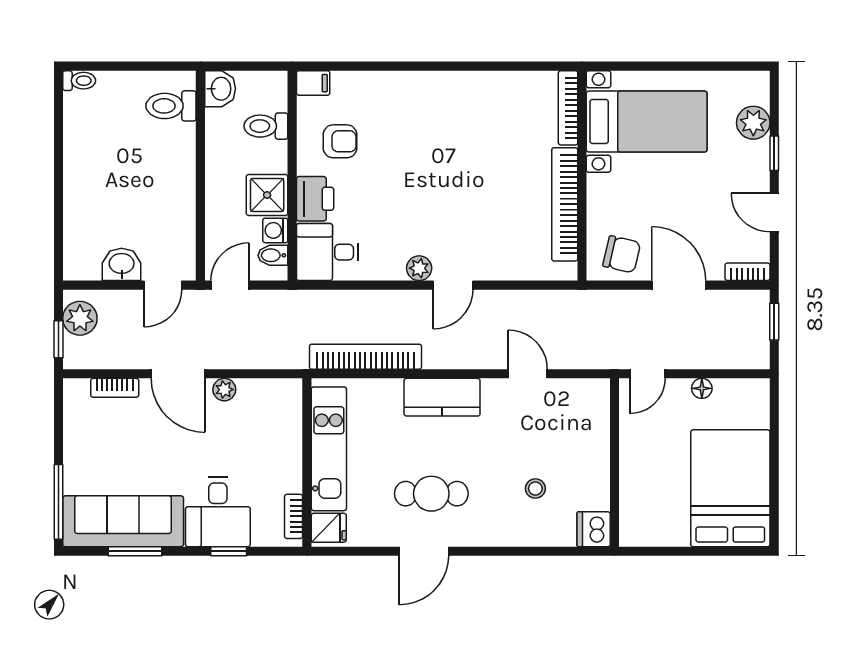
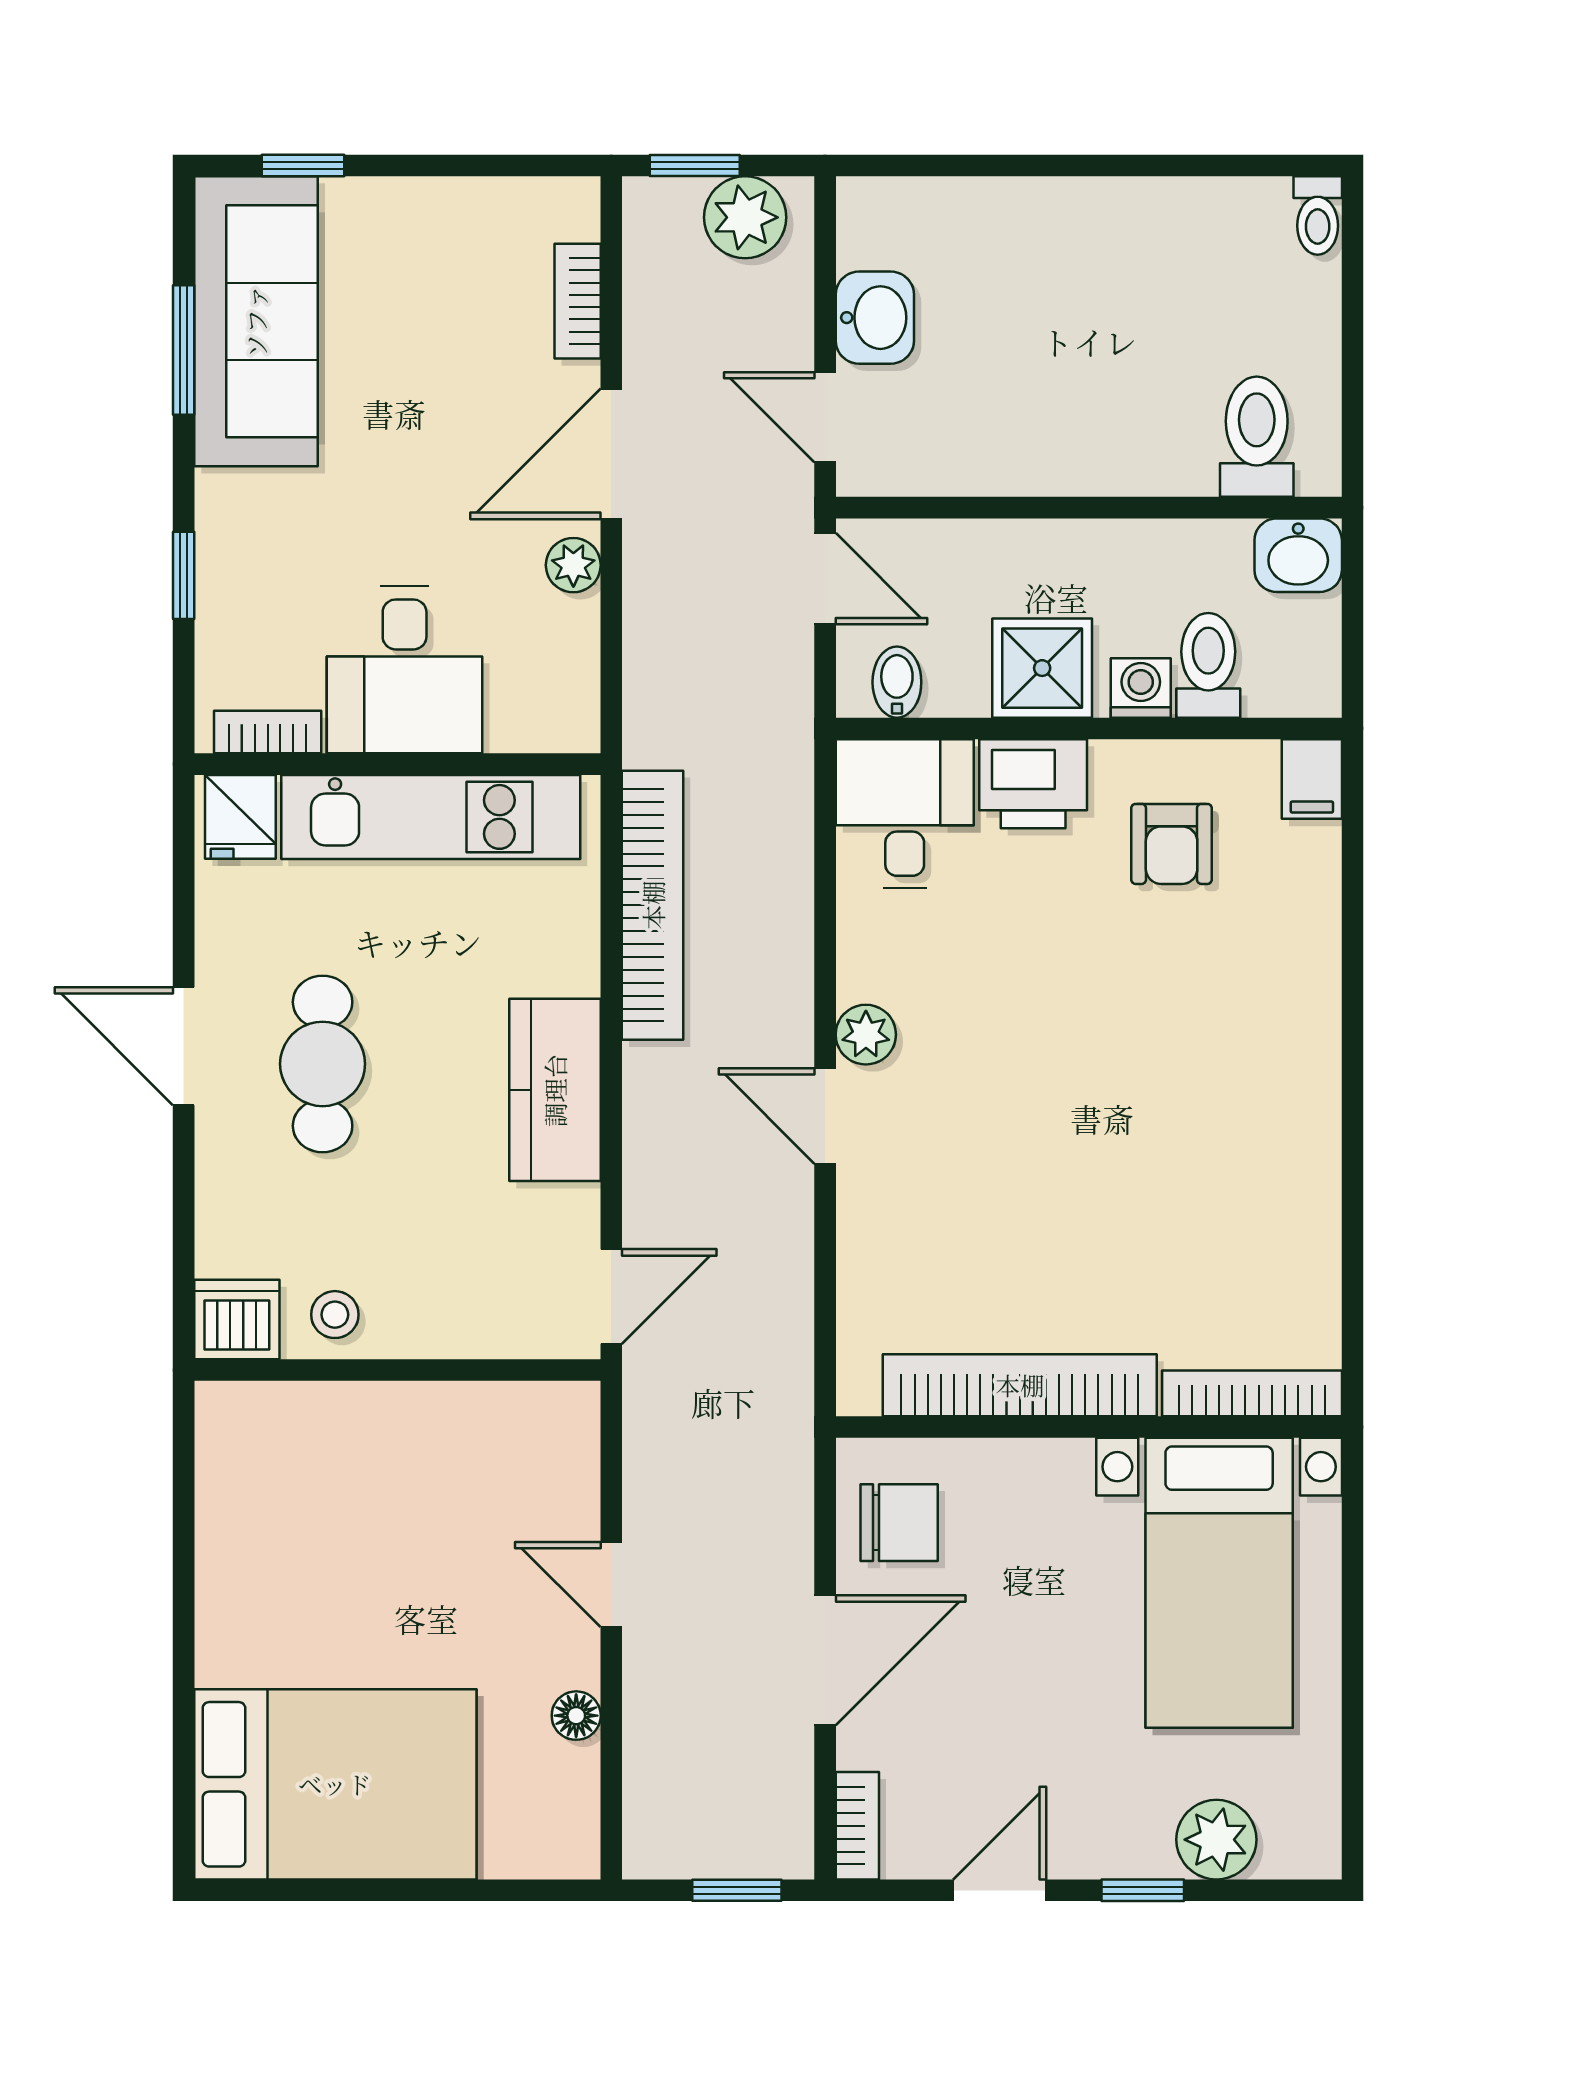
washing machine: (275, 230) -> (1141, 688), moved
chair: (622, 254) -> (899, 1523), turned -103
wall: (615, 463) -> (397, 1370), moved
window: (58, 502) -> (303, 166), width x0.46
desk: (218, 512) -> (405, 670), moved, turned -90
dishwasher: (594, 529) -> (237, 1320), moved

